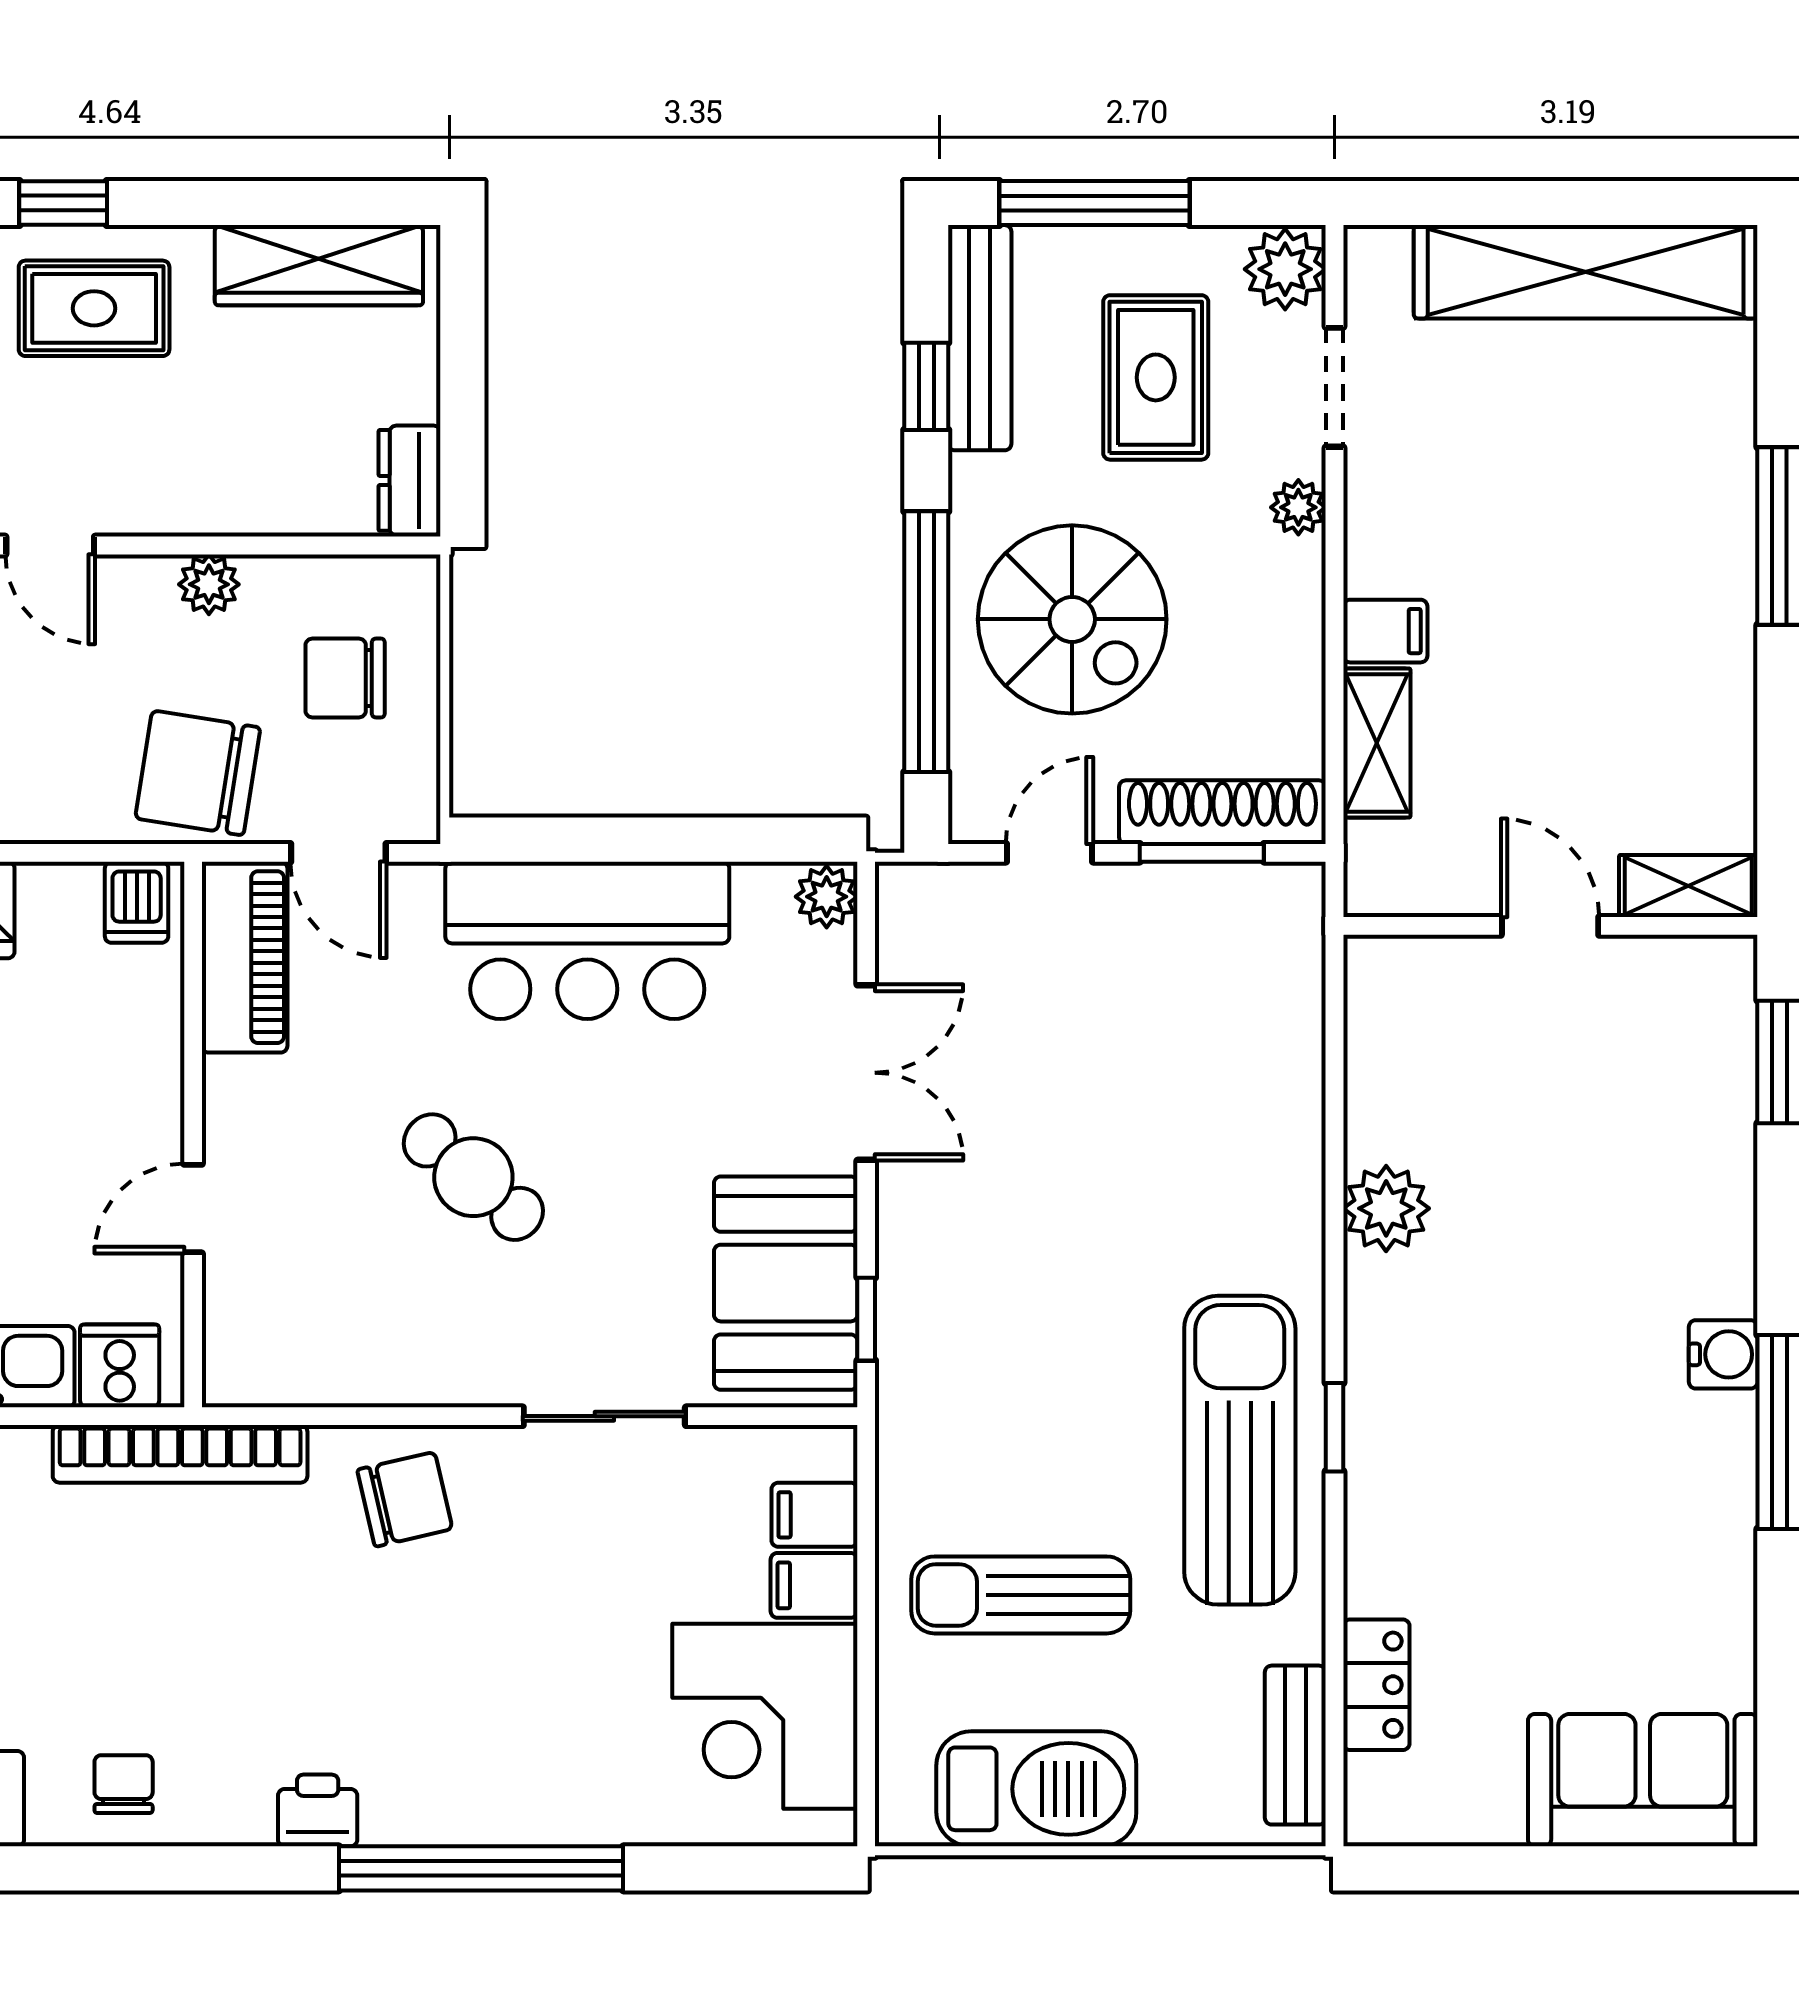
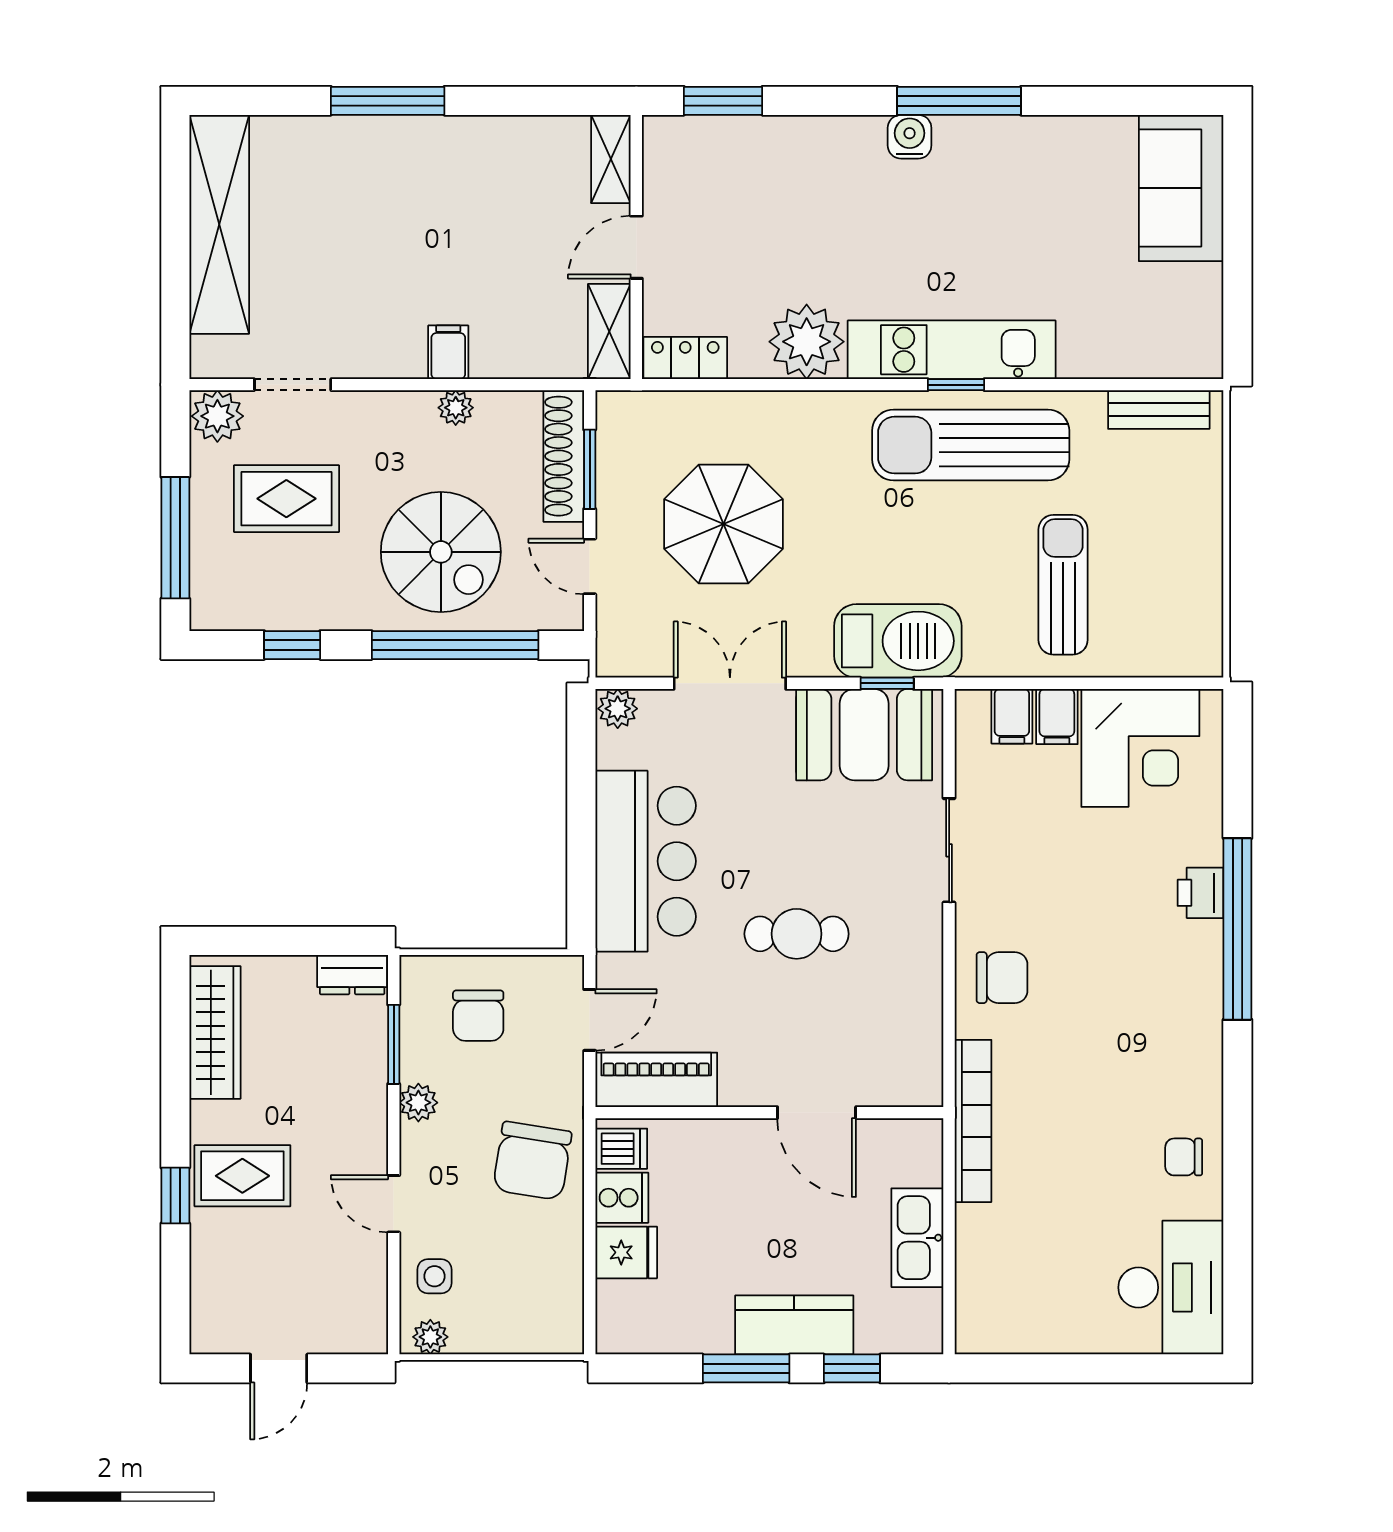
rug: (94, 308) -> (242, 1176), turned 90
bench: (980, 338) -> (261, 611), removed
plant: (1298, 507) -> (456, 408), moved
door: (50, 545) -> (394, 1204), swing flipped
window: (300, 545) -> (394, 1044), added
spiral stairs: (1072, 619) -> (441, 552), turned 90
shelving: (1377, 743) -> (609, 331), moved, turned 90
chair: (198, 773) -> (532, 1161), moved
parasol: (1116, 1063) -> (723, 524), added
cafe table: (473, 1177) -> (797, 934), turned 50
plant: (1386, 1208) -> (807, 342), width x1.36, depth x1.36
door: (193, 1209) -> (817, 1113), width x1.38
cooker: (120, 1366) -> (622, 1198), moved, turned 180
kitchen unit: (1389, 1420) -> (952, 350), added
chair: (405, 1499) -> (1002, 978), turned 103
sun lounger: (1021, 1595) -> (1063, 585), turned 180
locker: (1376, 1685) -> (685, 358), moved
barbecue: (1036, 1789) -> (898, 641), moved, turned 90
printer: (318, 1810) -> (1200, 893), moved

